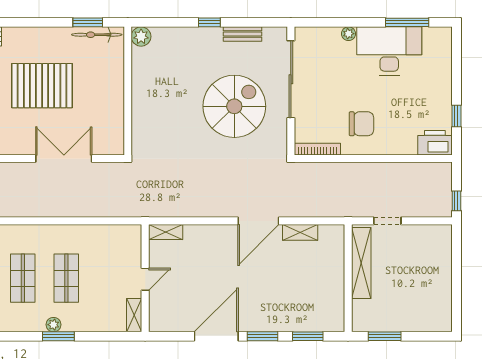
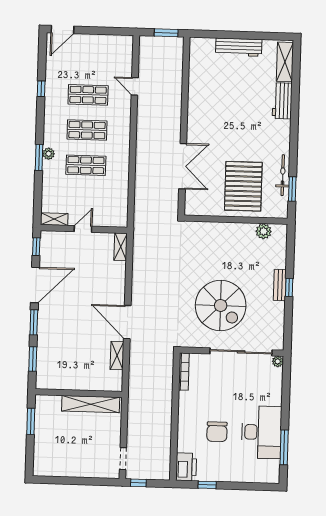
bench: (242, 34) -> (280, 285), moved
plant: (349, 34) -> (278, 361), moved
bicycle: (97, 35) -> (283, 175), moved
plant: (141, 36) -> (264, 231), moved
pallet: (42, 86) -> (243, 186), moved
chair: (361, 124) -> (217, 432), moved
doorway: (387, 221) -> (123, 459), moved
door: (145, 279) -> (83, 229), swing flipped
window: (169, 336) -> (36, 247), added
door: (216, 336) -> (35, 285), hinge flipped

